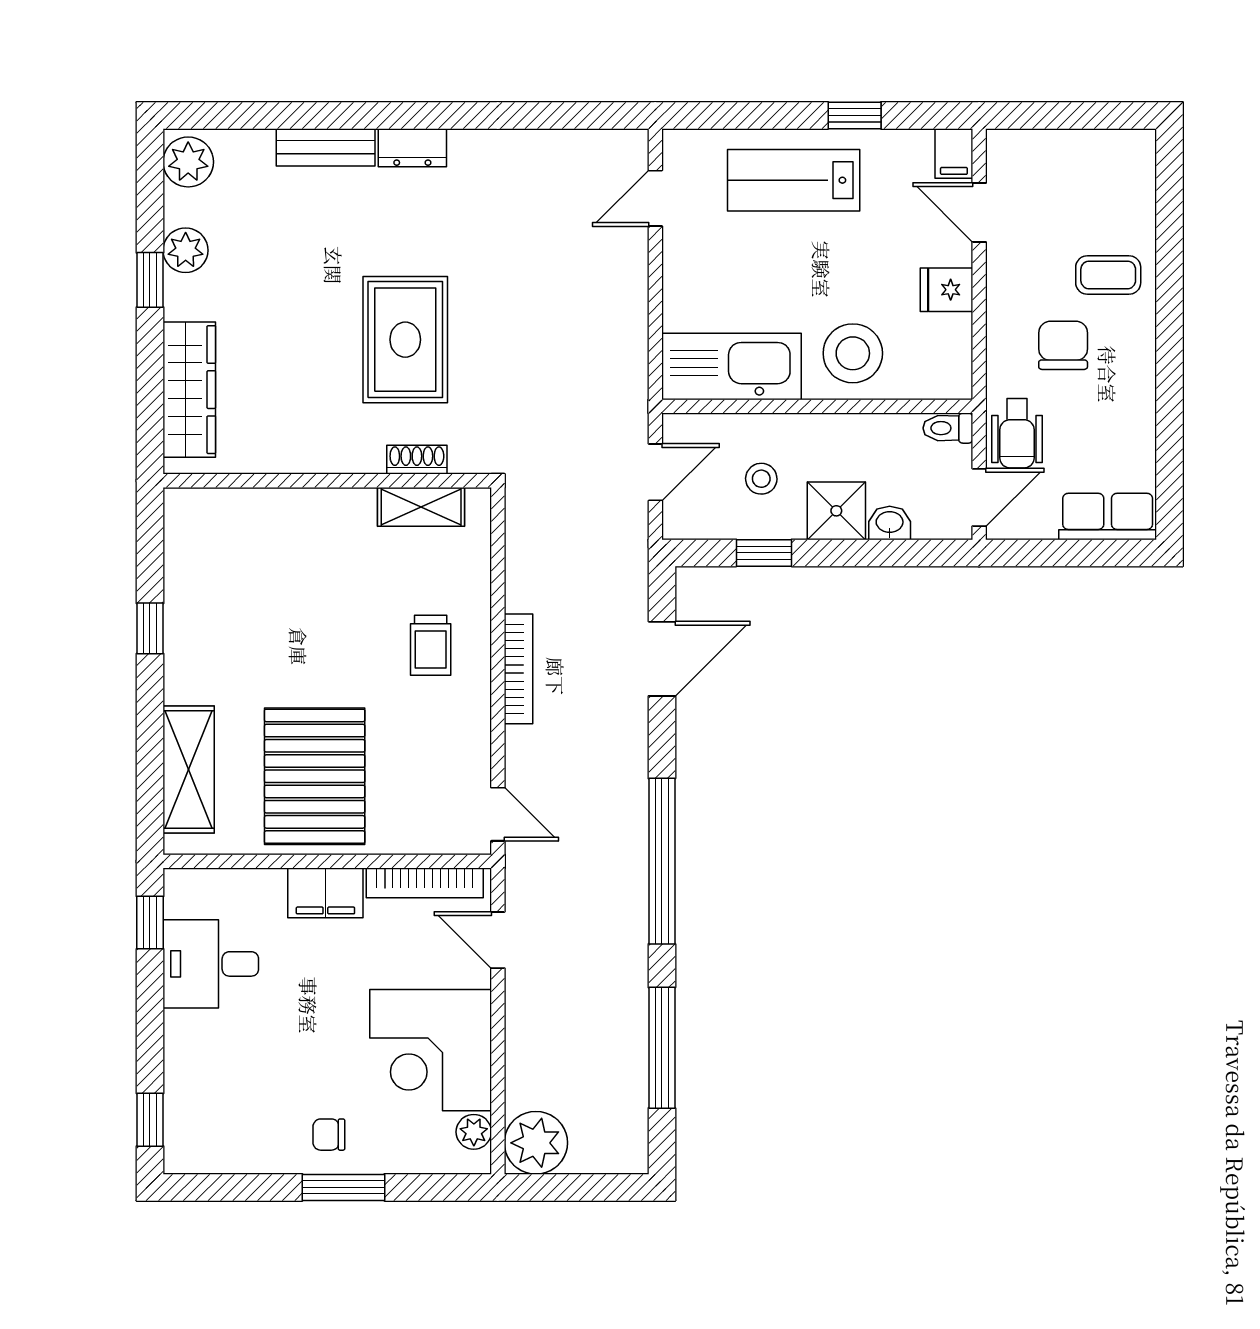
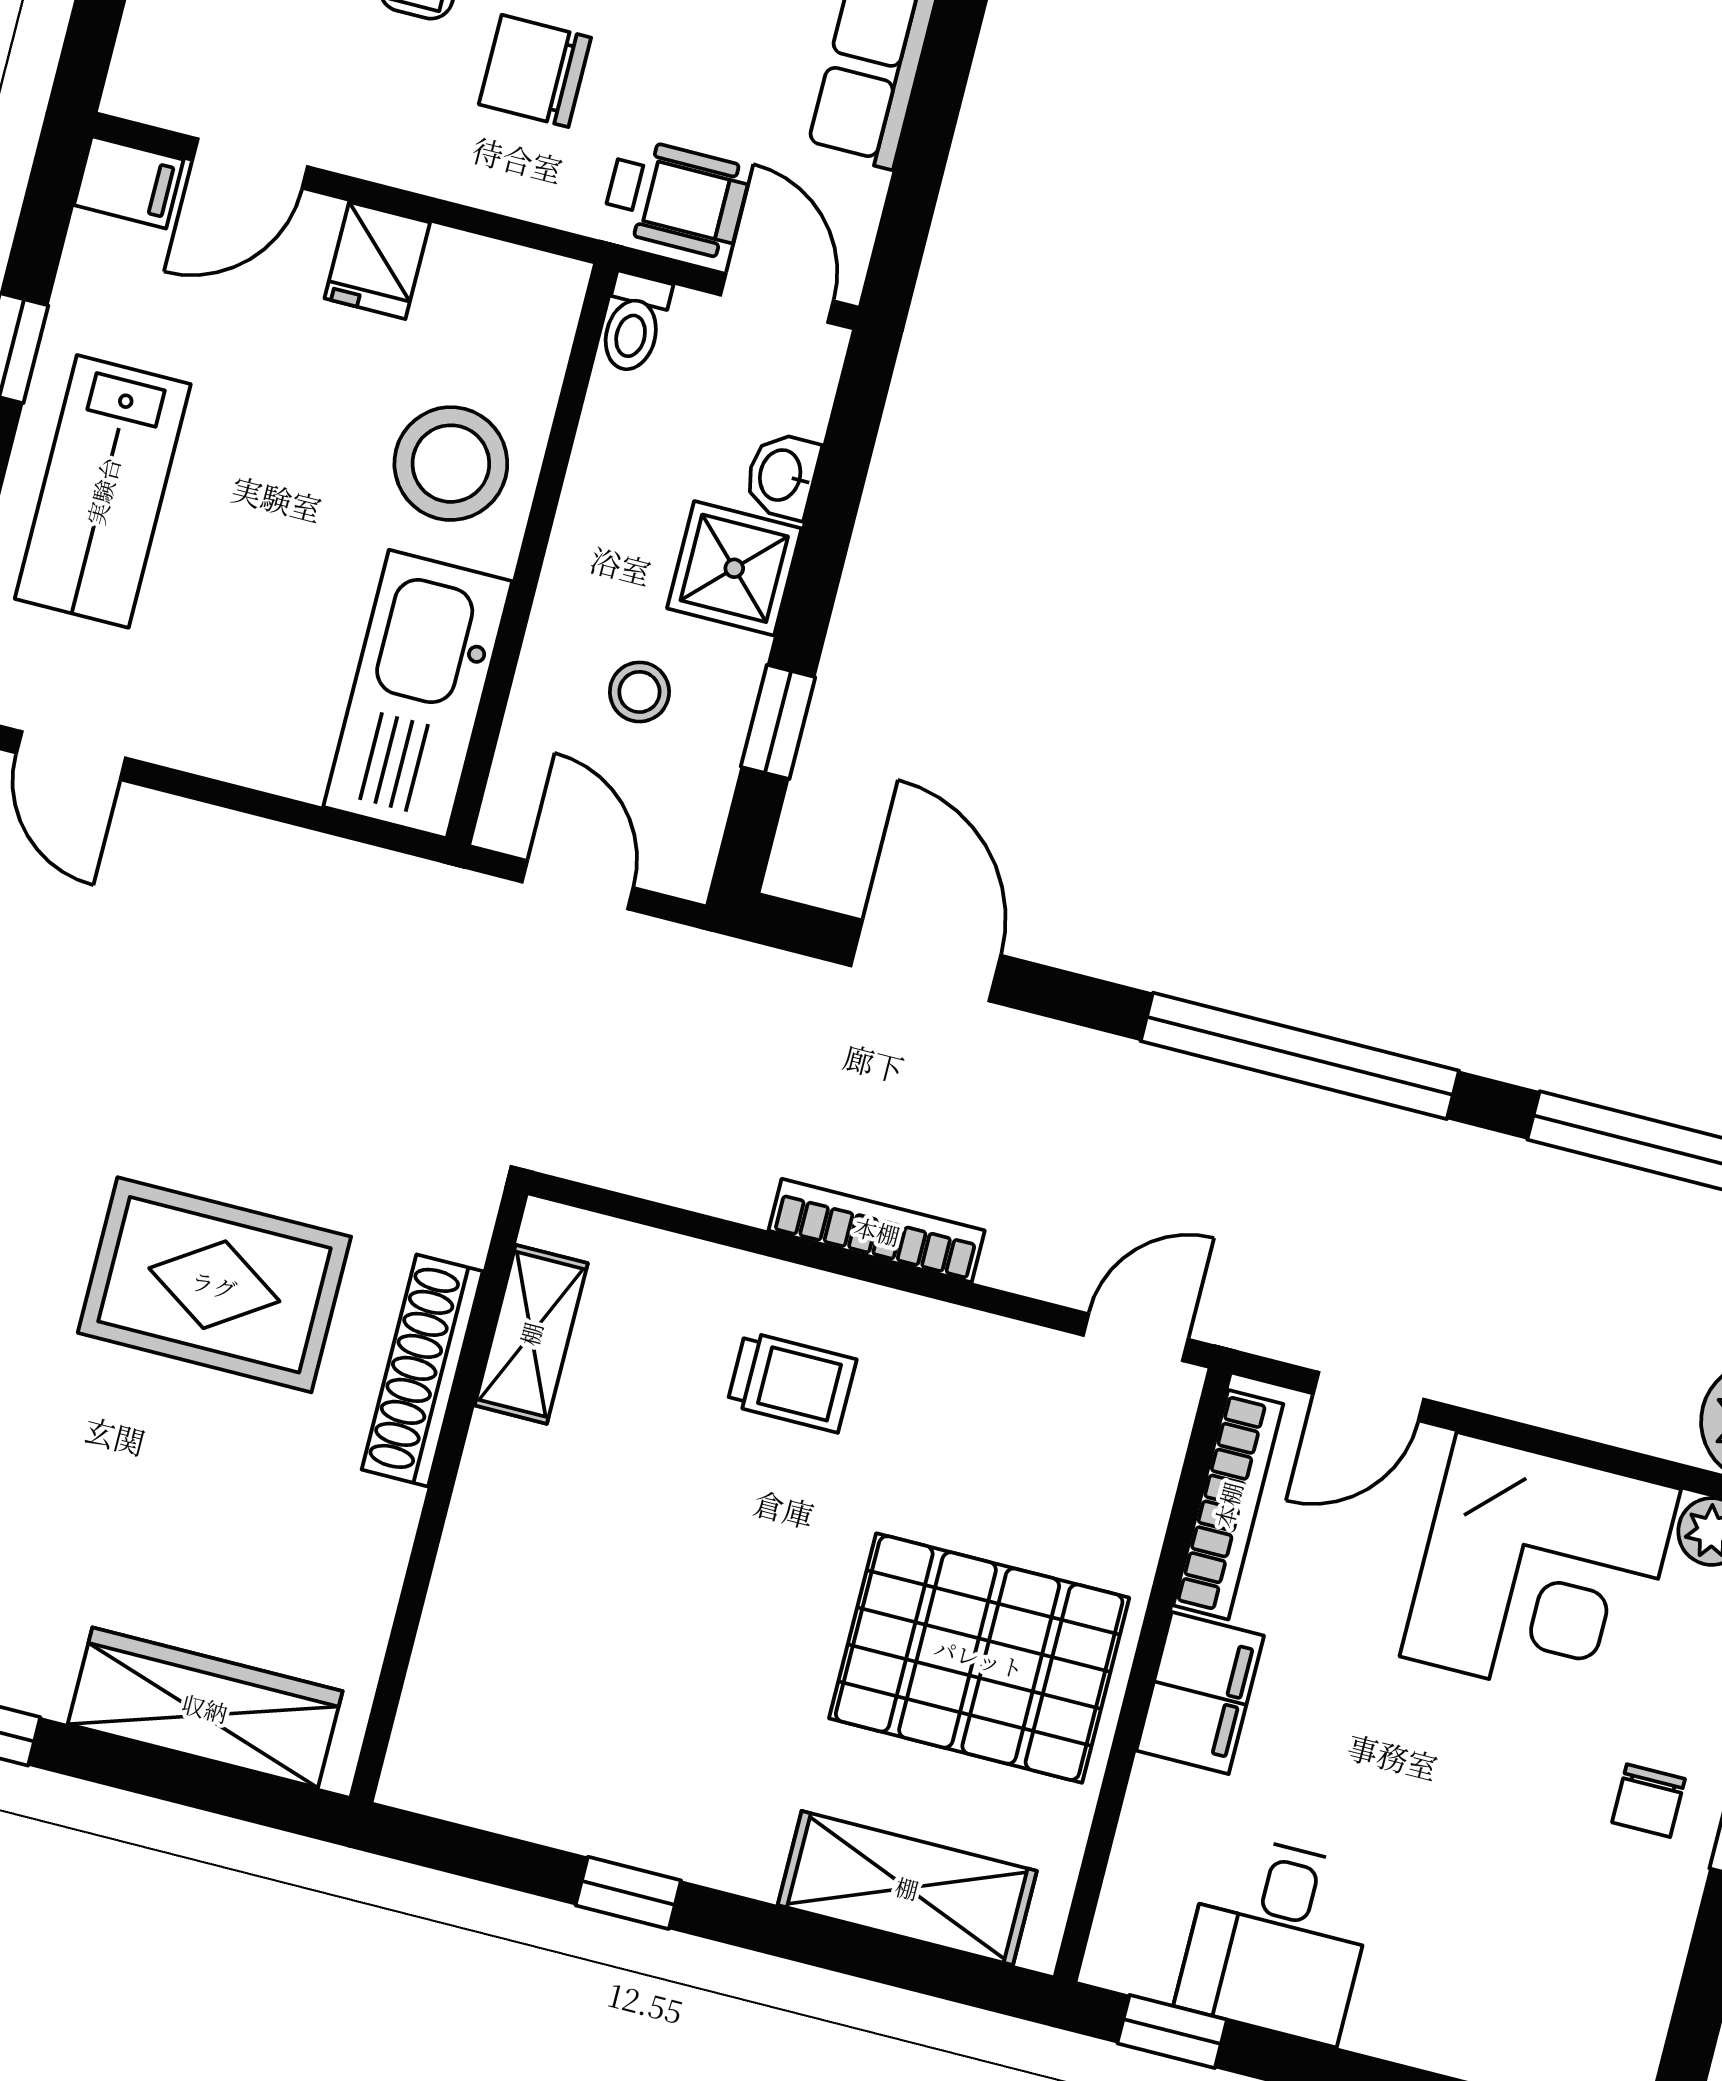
shoe rack: (417, 460) -> (422, 1370), width x1.94, depth x1.24

